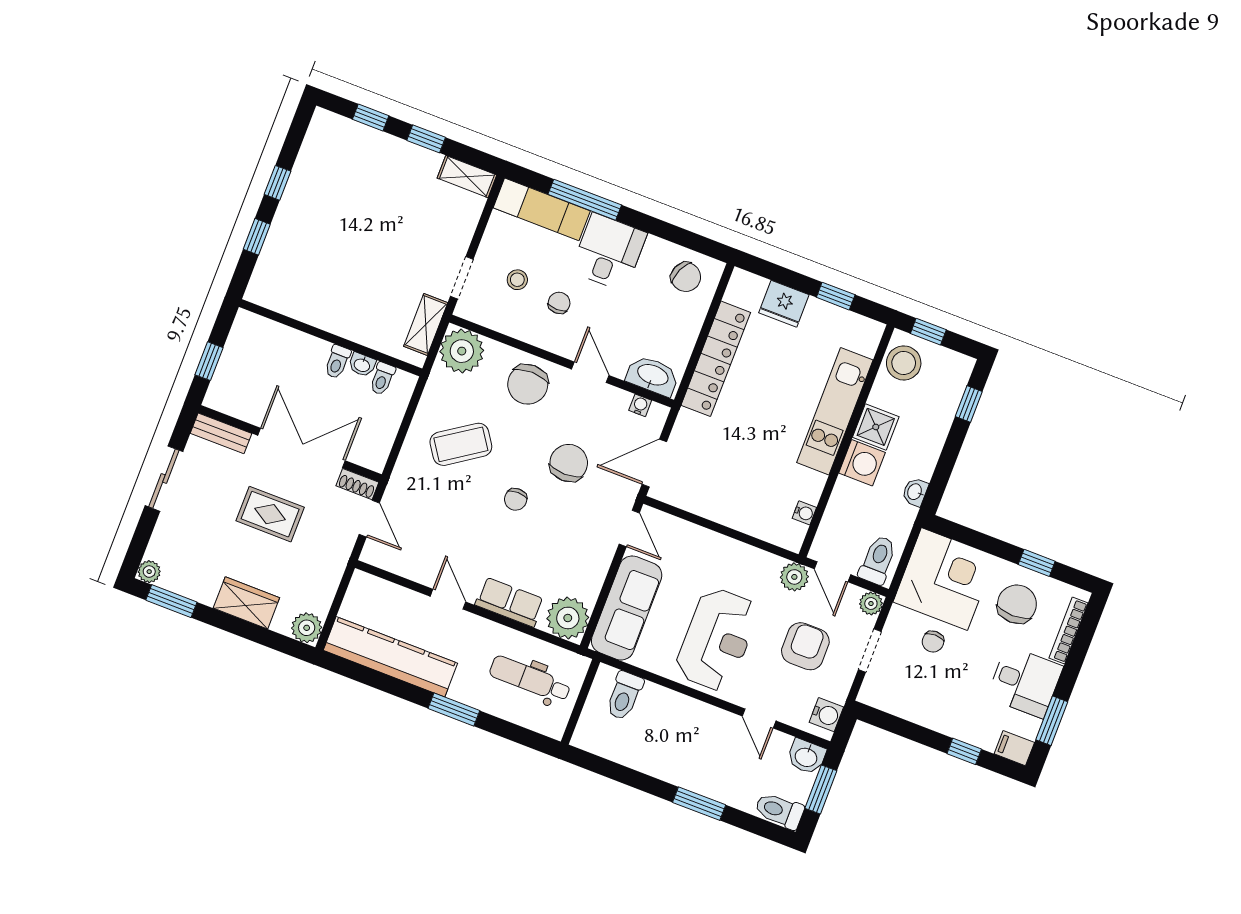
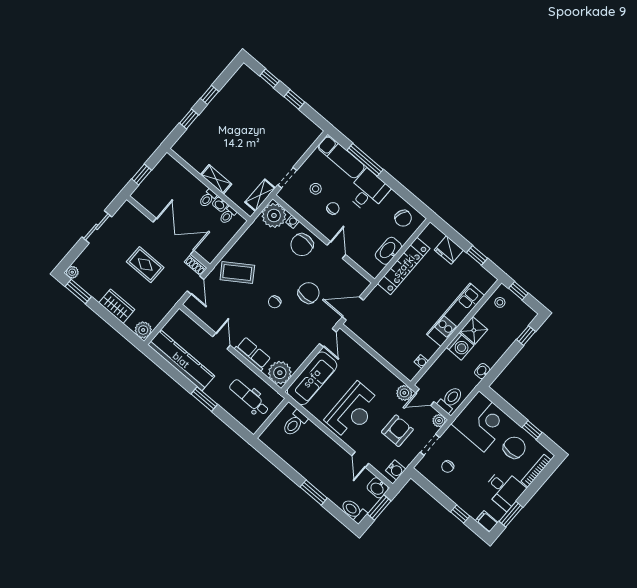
shelving: (467, 177) -> (216, 179), moved
stool: (904, 363) -> (500, 302), width x0.53, depth x0.53
washbasin: (653, 376) -> (388, 251), moved, turned -90
water cooler: (640, 405) -> (292, 222), moved
bench: (221, 433) -> (135, 214), removed
coffee table: (461, 444) -> (237, 272), moved
door: (832, 572) -> (425, 397), hinge flipped
chair: (933, 642) -> (448, 467), moved

